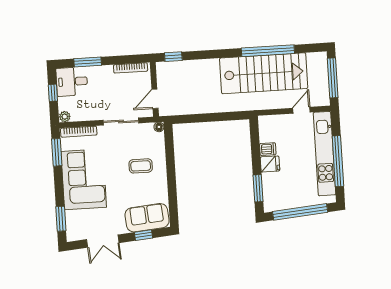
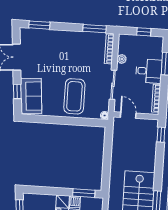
desk: (72, 82) -> (149, 71), moved, turned 90
plant: (65, 117) -> (122, 59), moved
coffee table: (141, 166) -> (74, 96), width x1.86, depth x1.72
corner sofa: (84, 179) -> (69, 48), removed
window: (258, 188) -> (84, 193), moved

